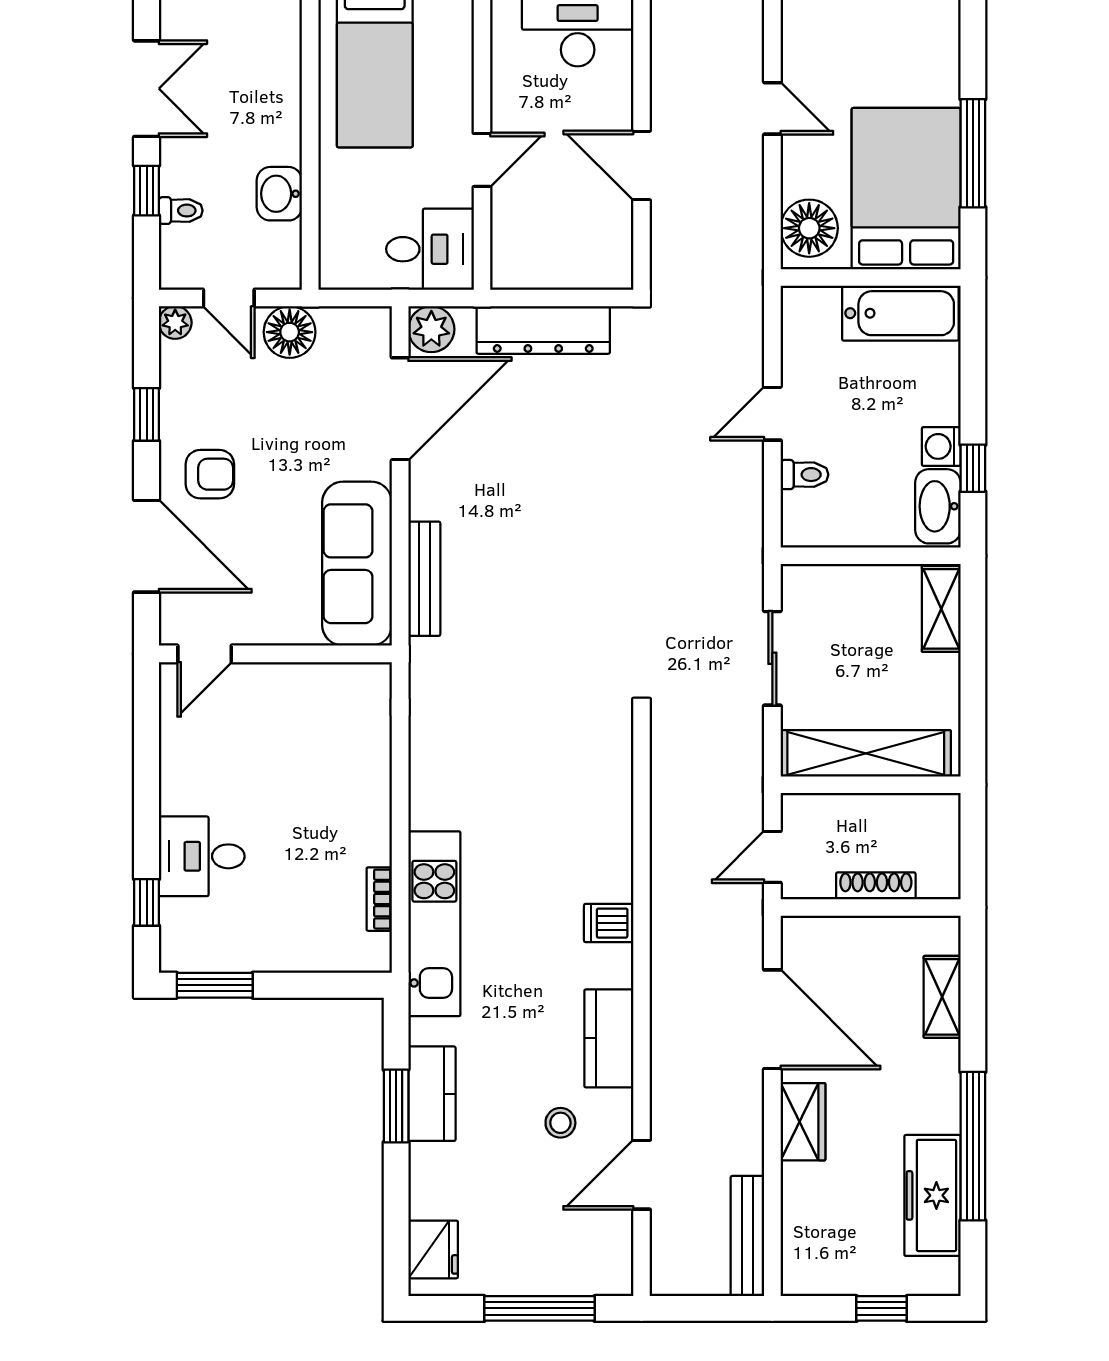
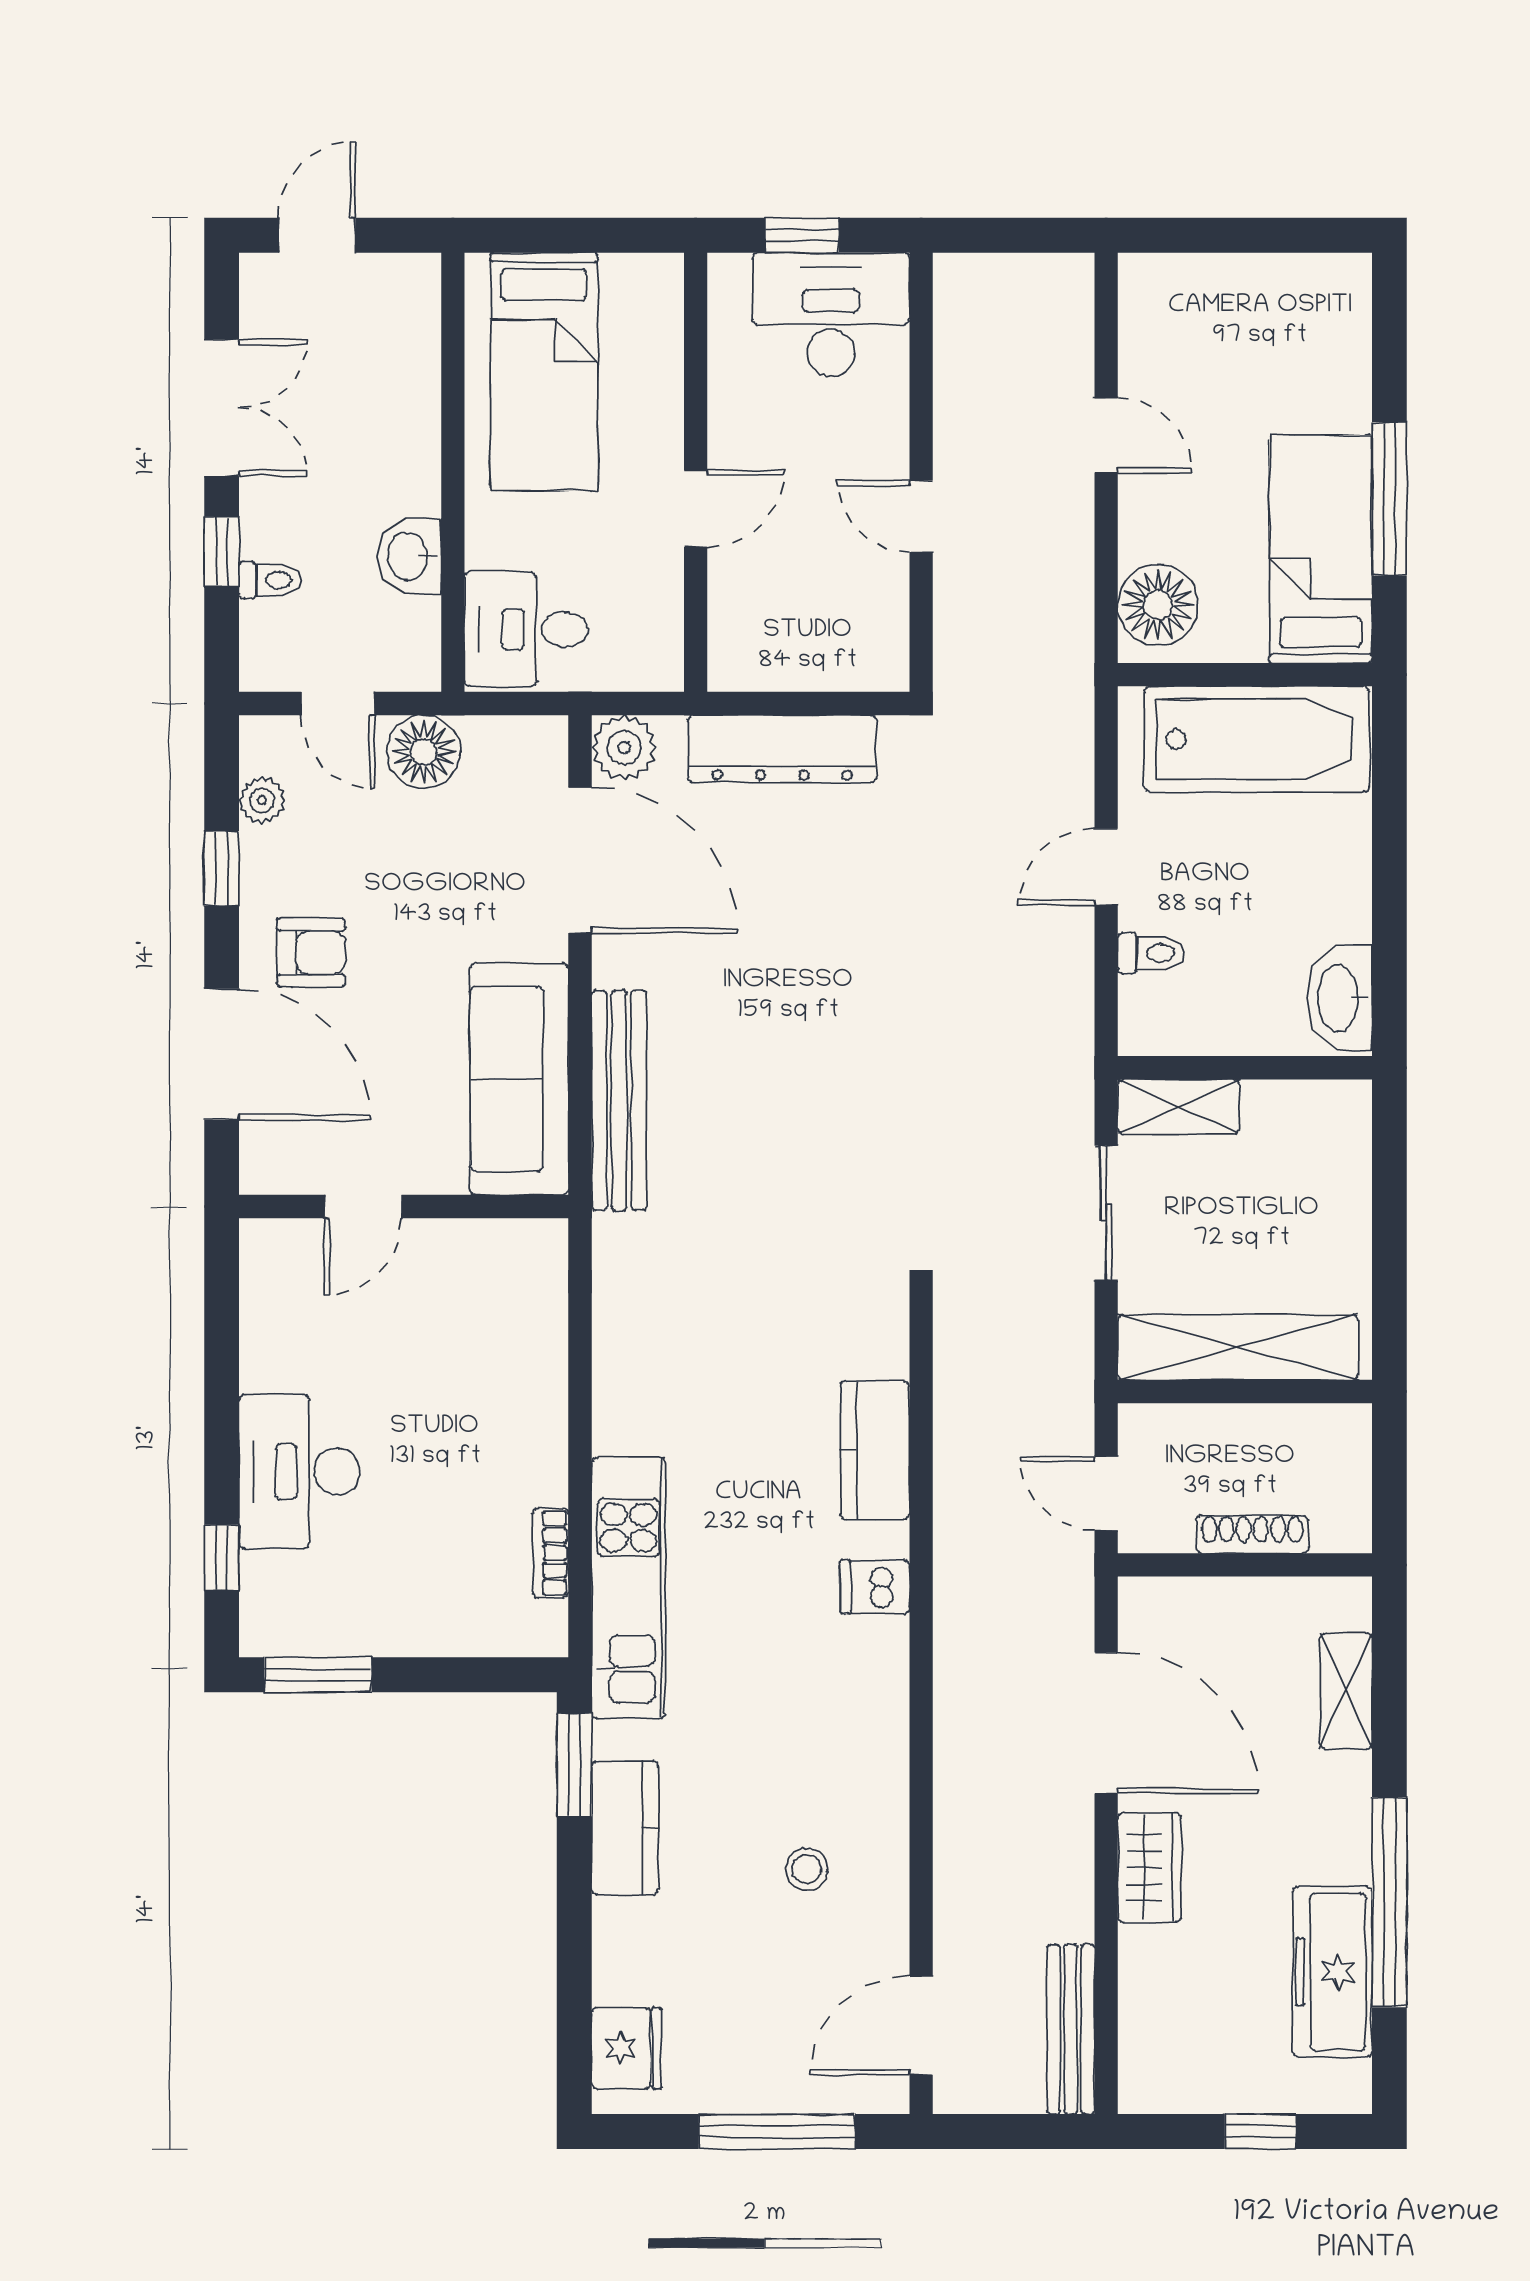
door: (641, 166) -> (921, 516), width x0.73
bed: (906, 189) -> (1321, 549), width x0.67
desk: (430, 249) -> (526, 629), moved, turned 180
bathtub: (900, 313) -> (1257, 739), width x1.36, depth x1.36
plant: (175, 323) -> (262, 800), moved
door: (400, 409) -> (580, 860), hinge flipped
washing machine: (941, 446) -> (1345, 913), removed
window: (973, 468) -> (1389, 944), removed
bench: (424, 579) -> (619, 1100), width x1.37, depth x1.21
shelving: (941, 609) -> (1179, 1107), moved, turned 90
door: (205, 654) -> (363, 1207), moved
desk: (202, 856) -> (300, 1472), width x1.37
door: (772, 857) -> (1106, 1493), hinge flipped
kitchen counter: (609, 1038) -> (875, 1450), moved
window: (396, 1106) -> (574, 1765), moved
door: (641, 1175) -> (921, 2025), moved

